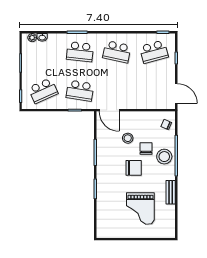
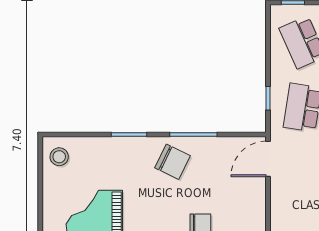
stool: (128, 138) -> (59, 157), moved
chair: (134, 168) -> (173, 162), moved, turned -64

